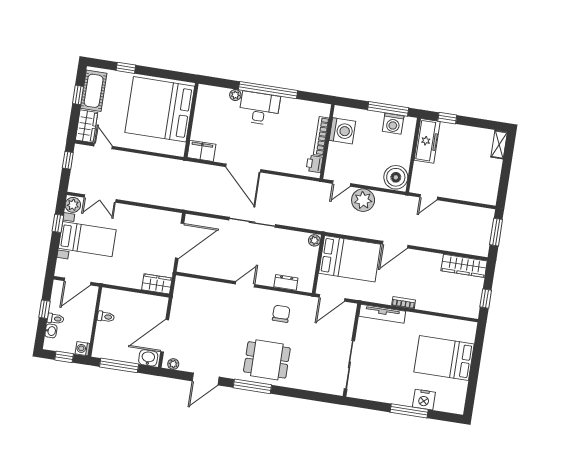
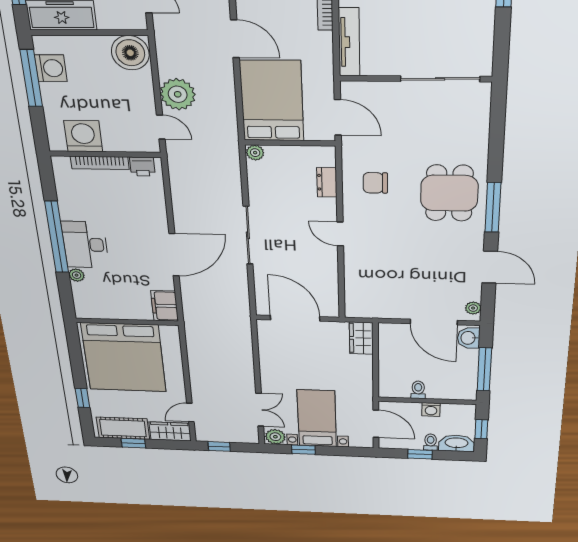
washbasin: (51, 331) -> (456, 443), width x1.91, depth x1.45
washing machine: (83, 349) -> (431, 410), moved

